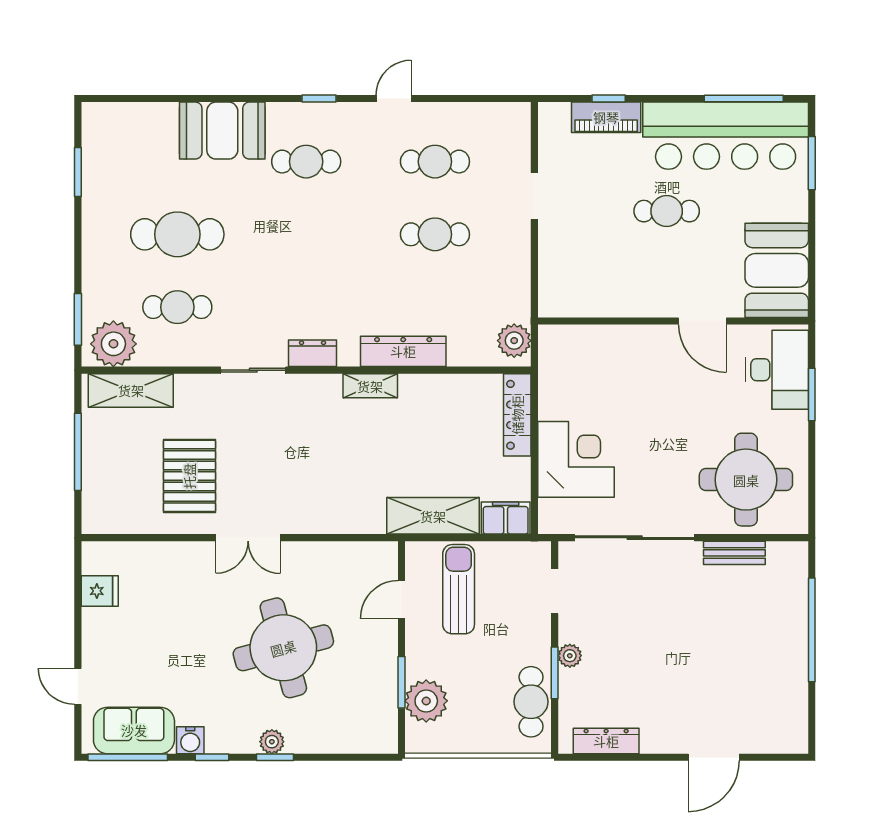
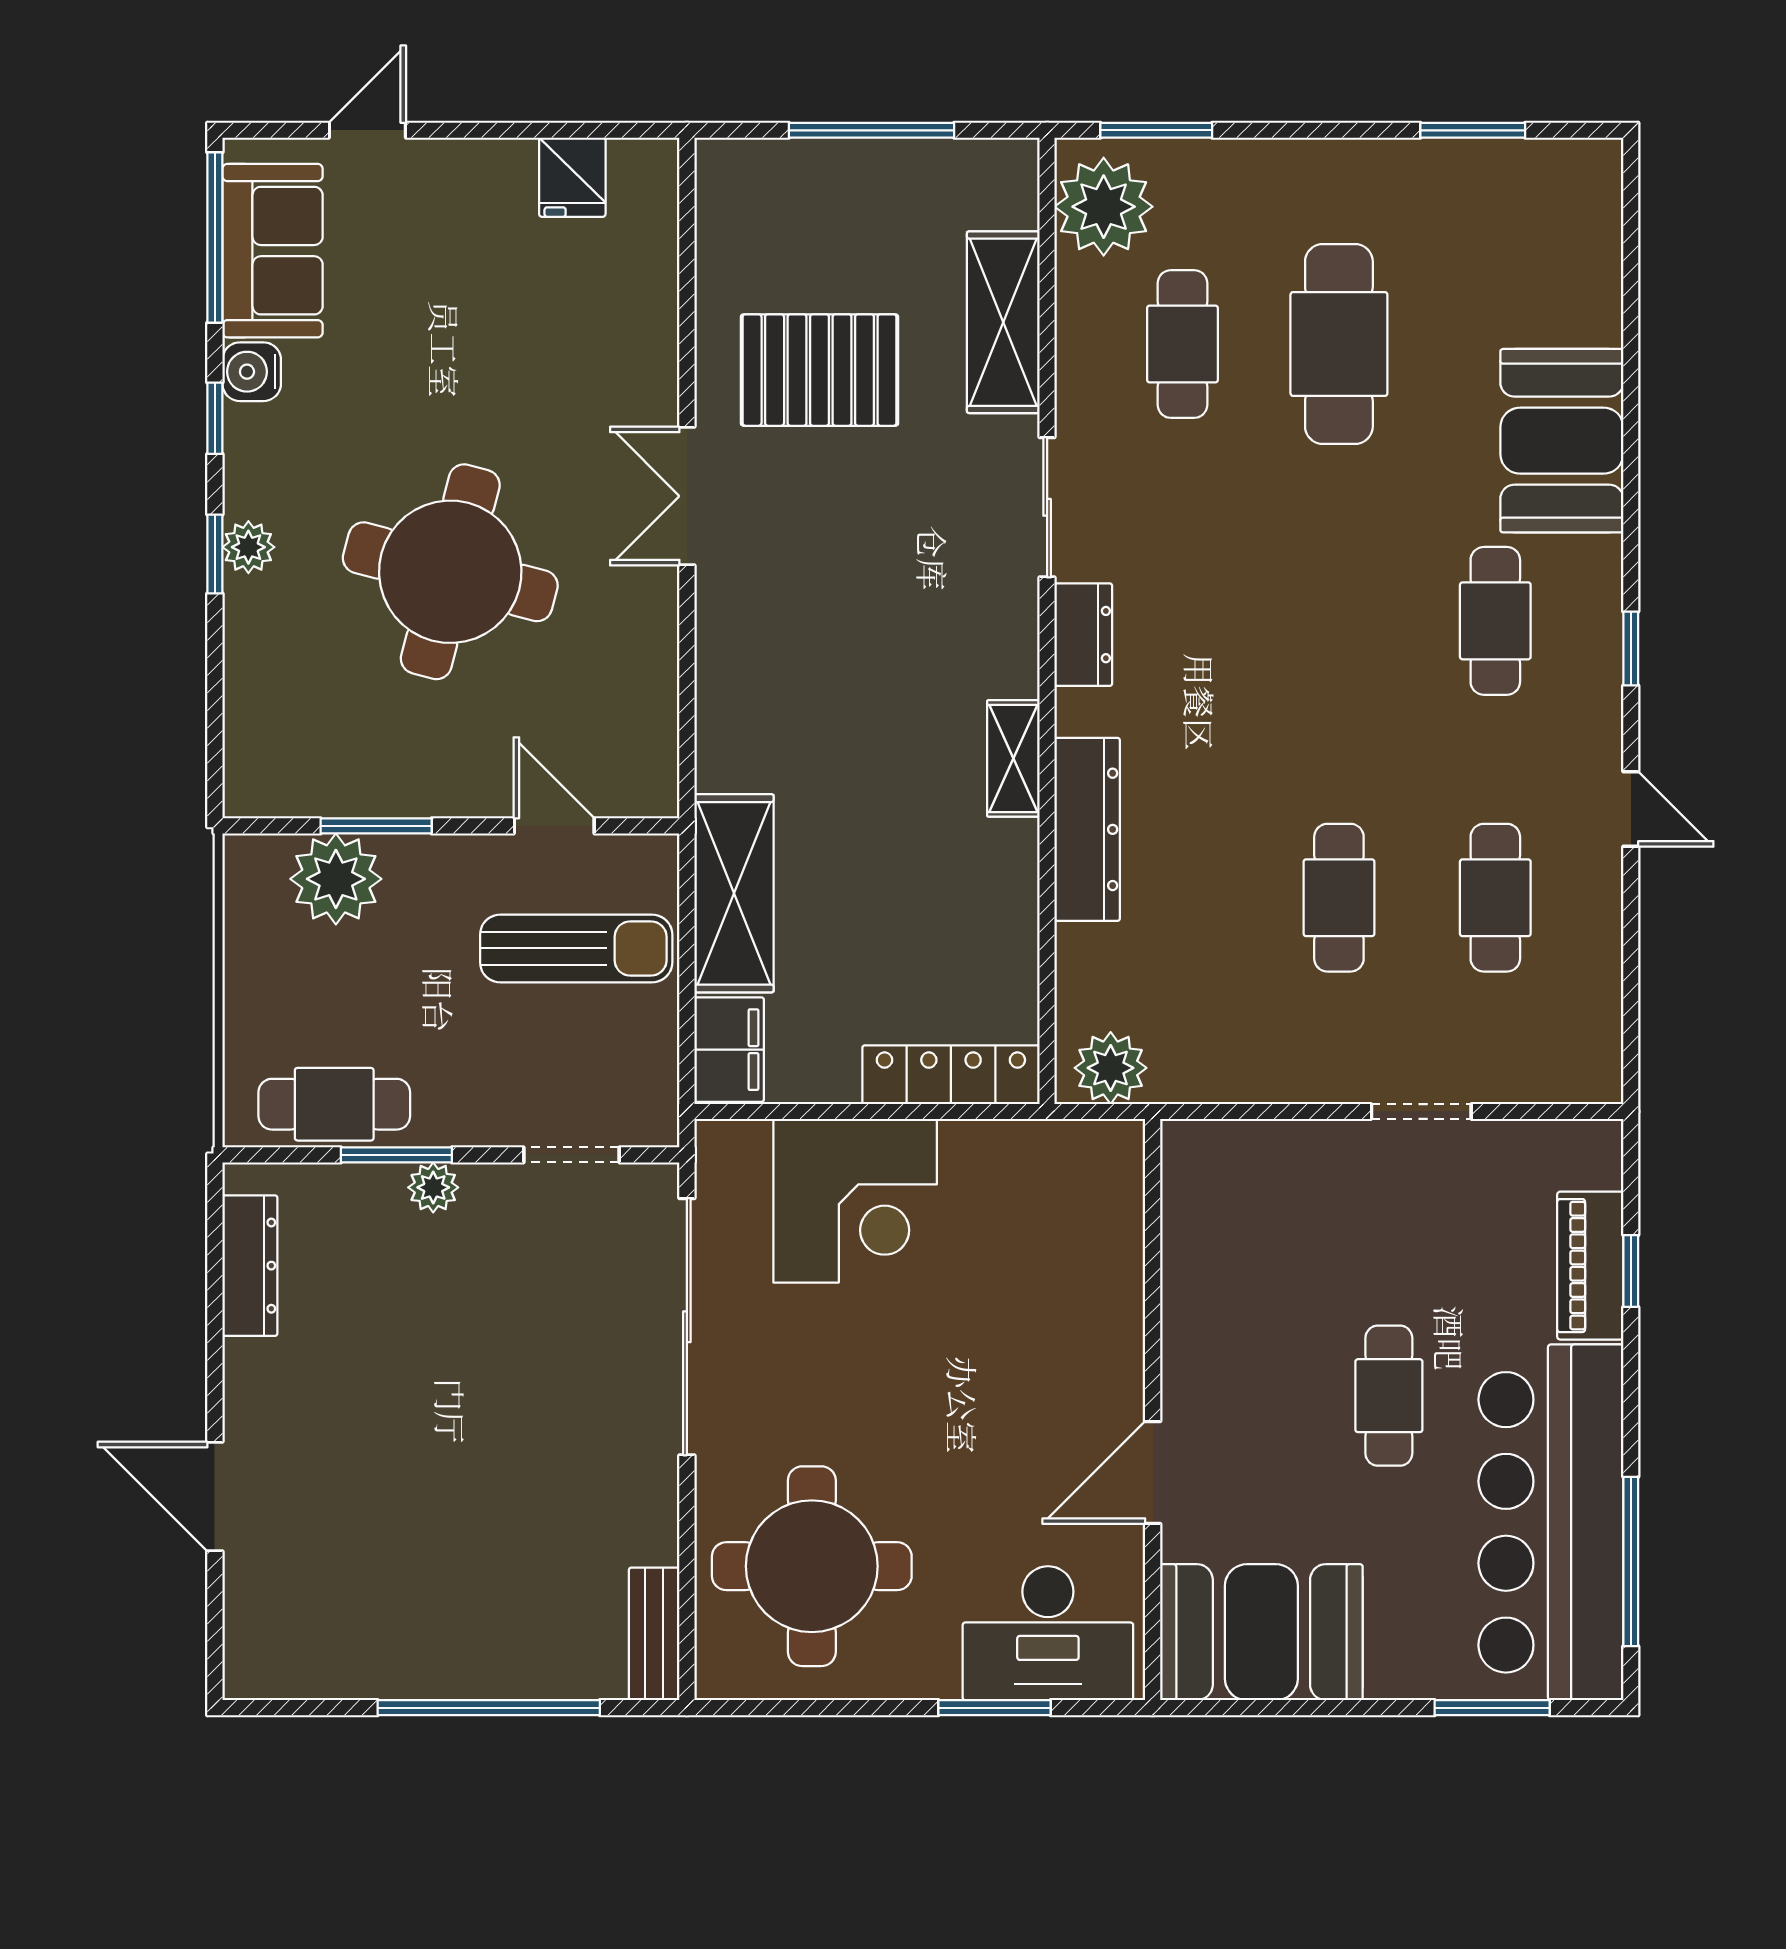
shelving: (131, 390) -> (1003, 322), moved
bench: (734, 553) -> (654, 1634), moved
round table: (283, 648) -> (450, 572), turned 30

